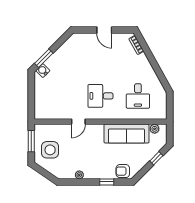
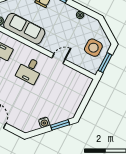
water cooler: (43, 71) -> (44, 122), moved
desk: (101, 96) -> (30, 70), turned 90

